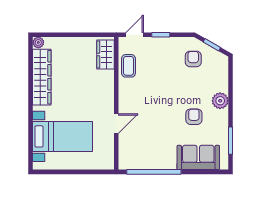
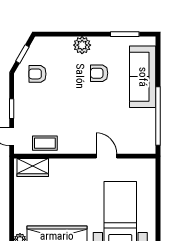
sofa: (198, 157) -> (143, 77), width x1.36

